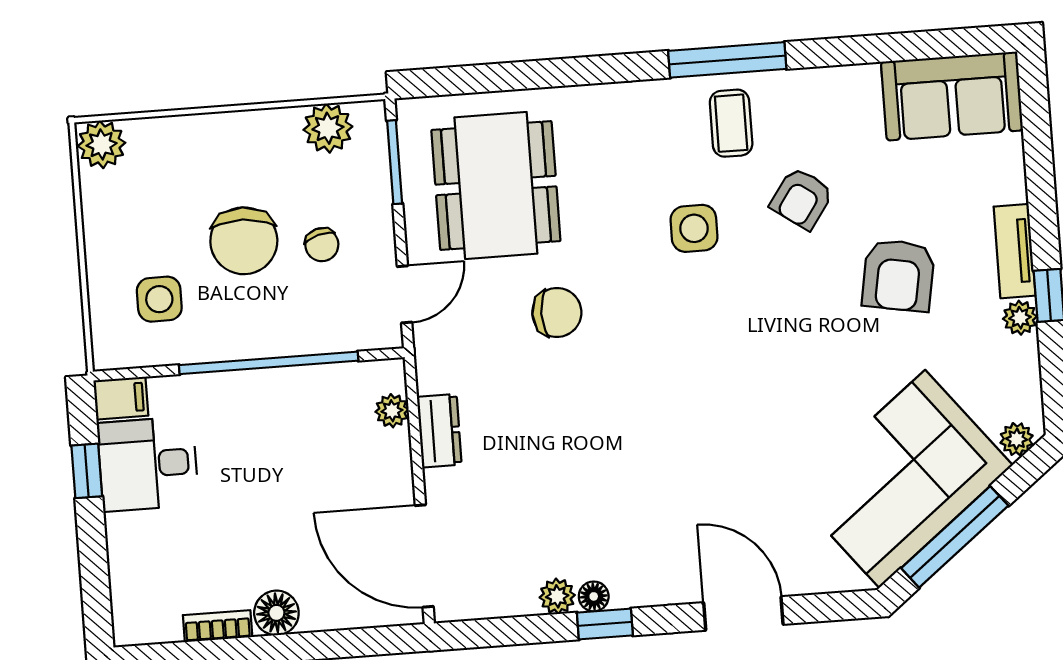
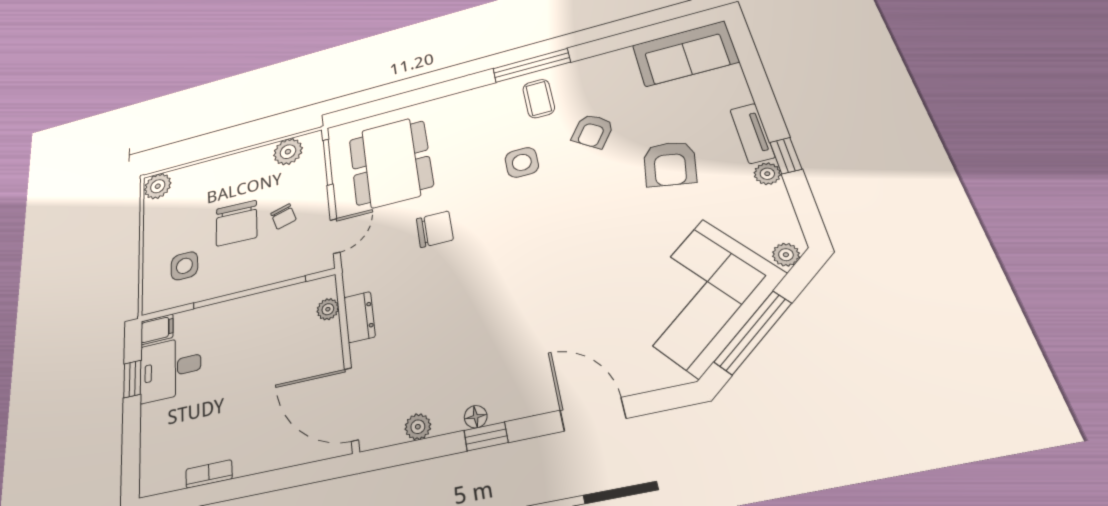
plant: (557, 596) -> (418, 427), moved
floor lamp: (276, 613) -> (249, 459), removed

